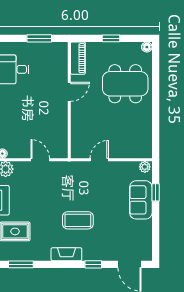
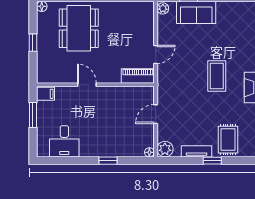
filing cabinet: (60, 51) -> (45, 94), added
piano: (78, 58) -> (138, 76), moved
door: (99, 160) -> (156, 54), swing flipped

